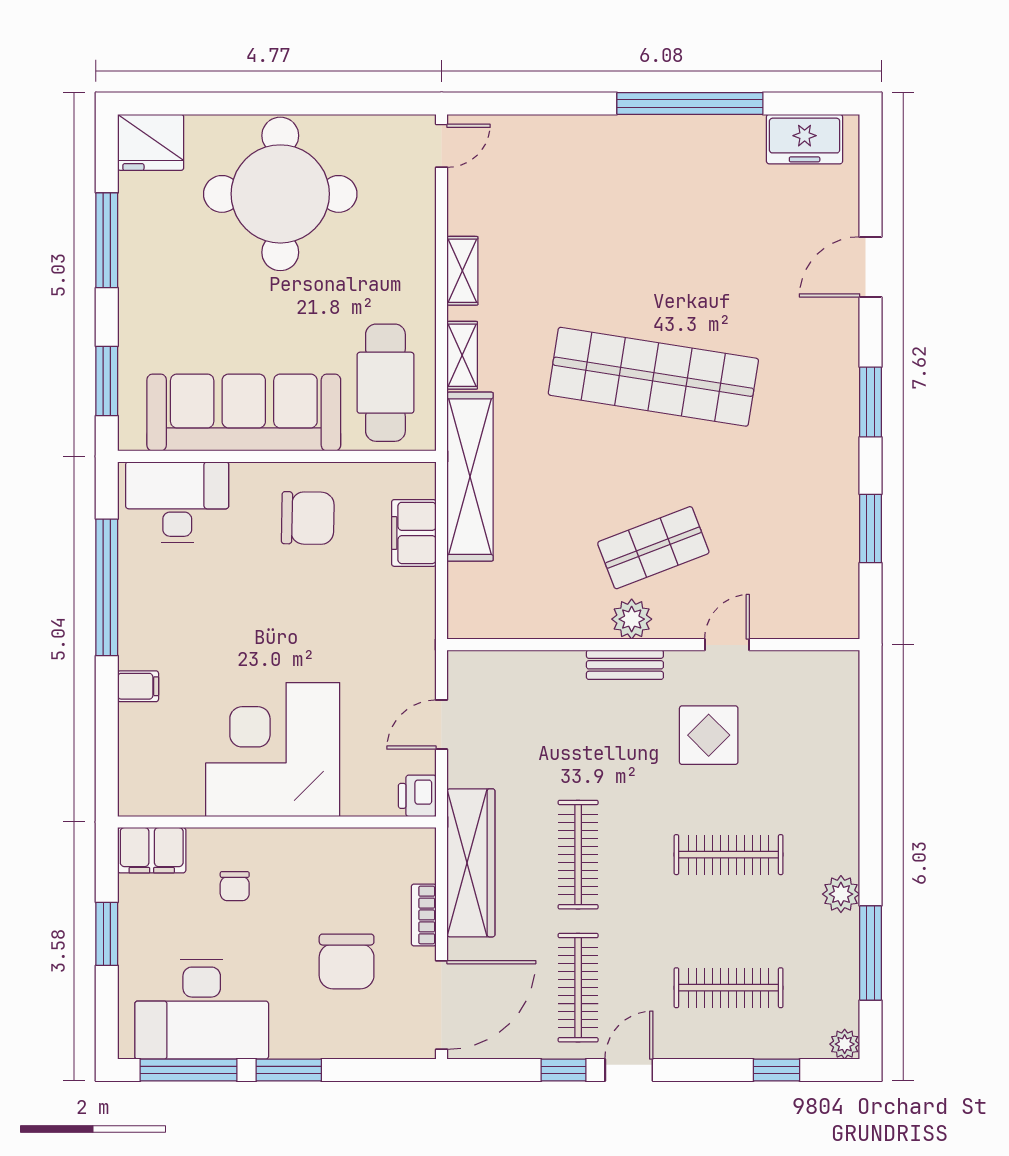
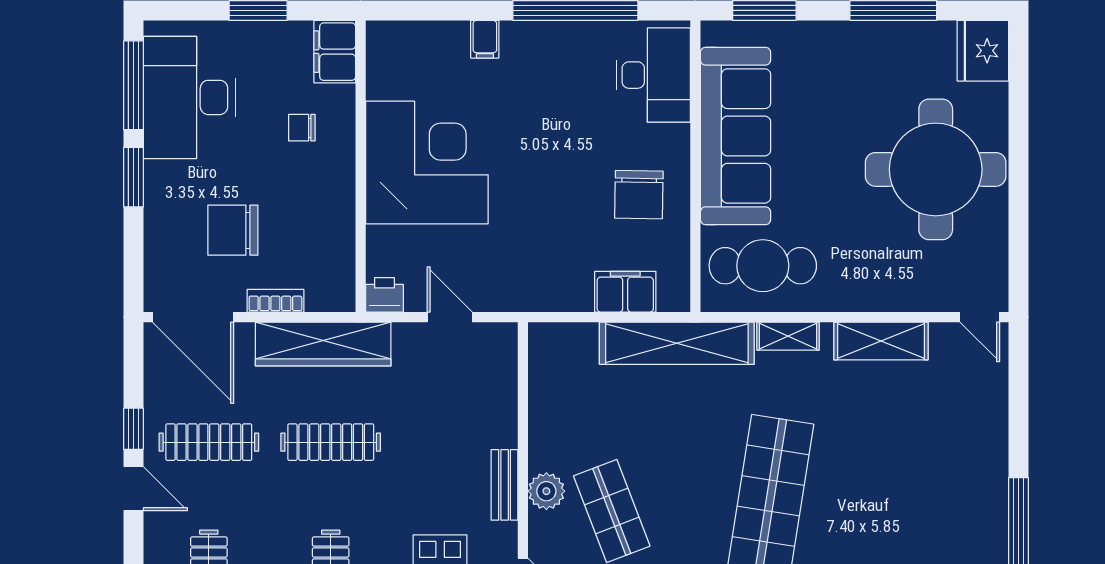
shelving: (462, 271) -> (881, 341), width x1.50, depth x1.33

